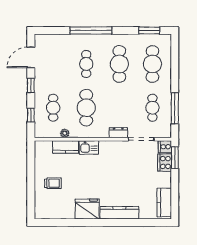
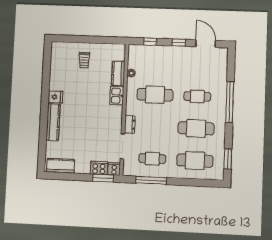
cafe table: (53, 108) -> (156, 63), removed
fridge: (87, 209) -> (55, 97), width x0.53, depth x0.75

